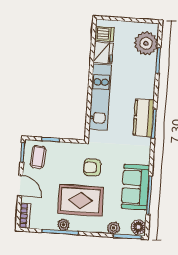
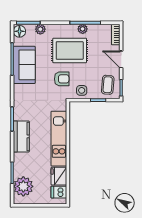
kitchen counter: (144, 118) -> (21, 136), moved
side table: (69, 152) -> (82, 90), added

